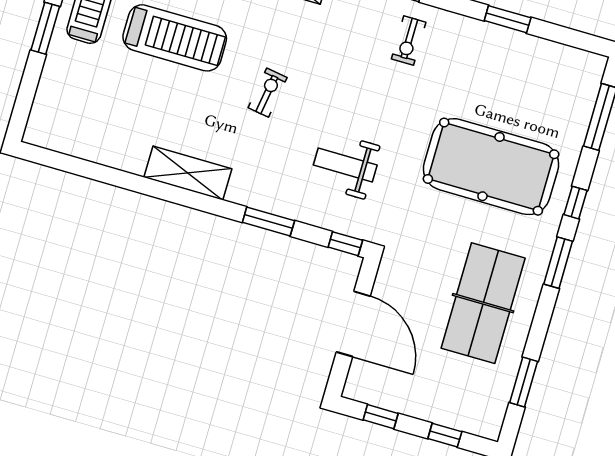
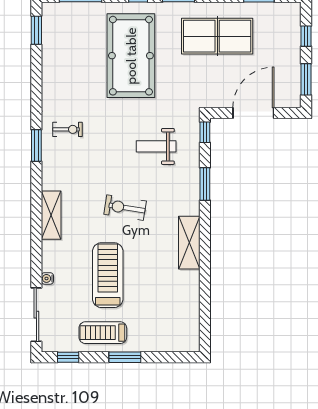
window: (508, 19) -> (36, 30), moved
exercise bike: (268, 93) -> (125, 208), width x1.38, depth x1.39
weight bench: (345, 165) -> (156, 146), turned 90
window: (381, 417) -> (306, 79), width x1.50

